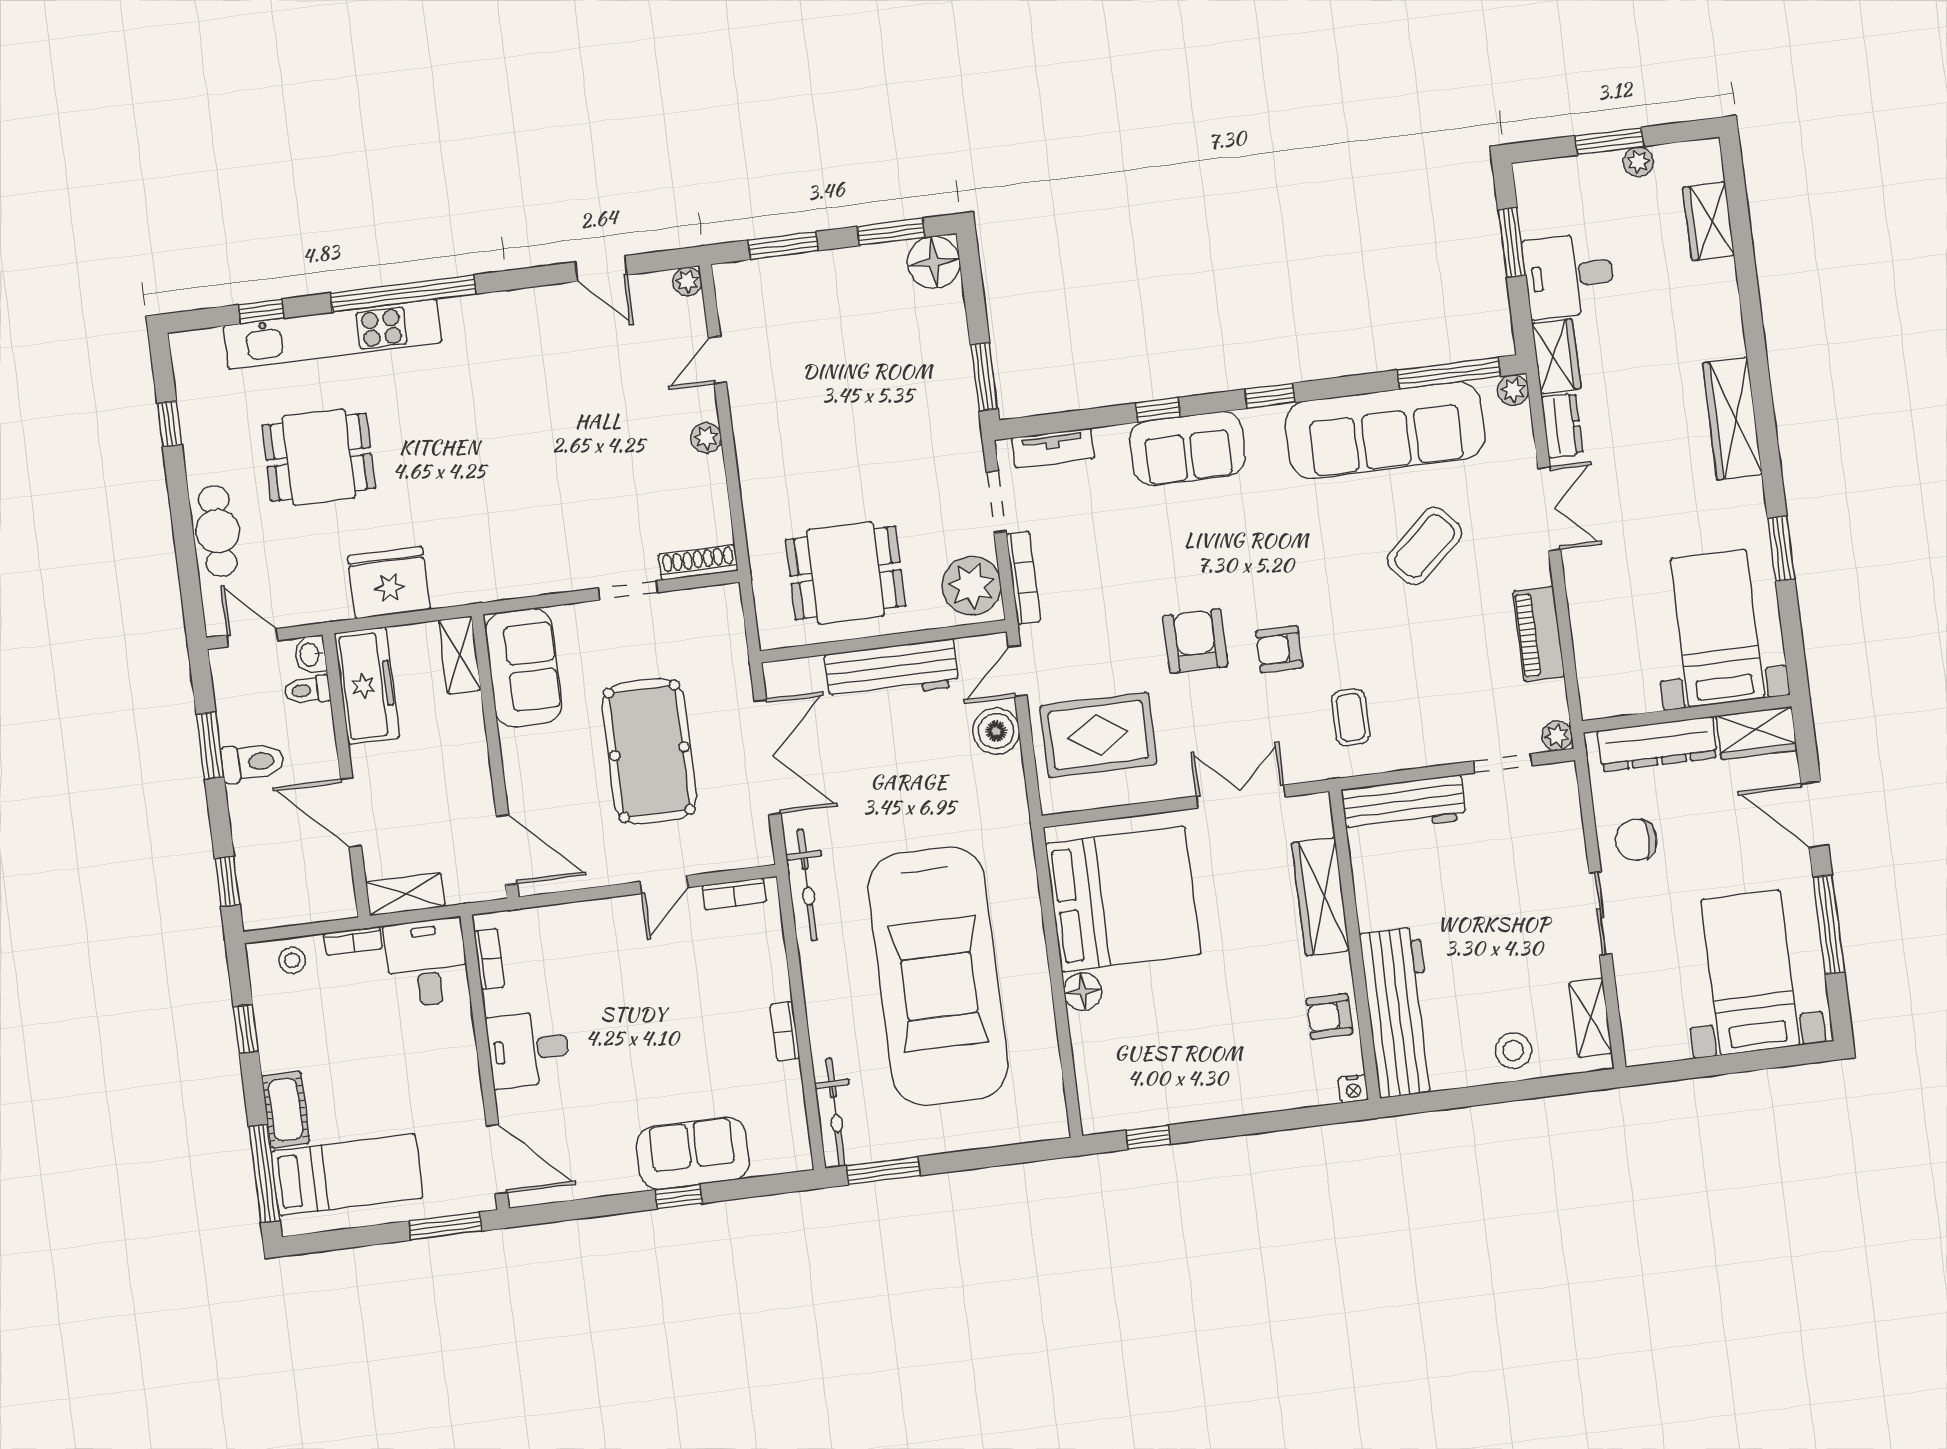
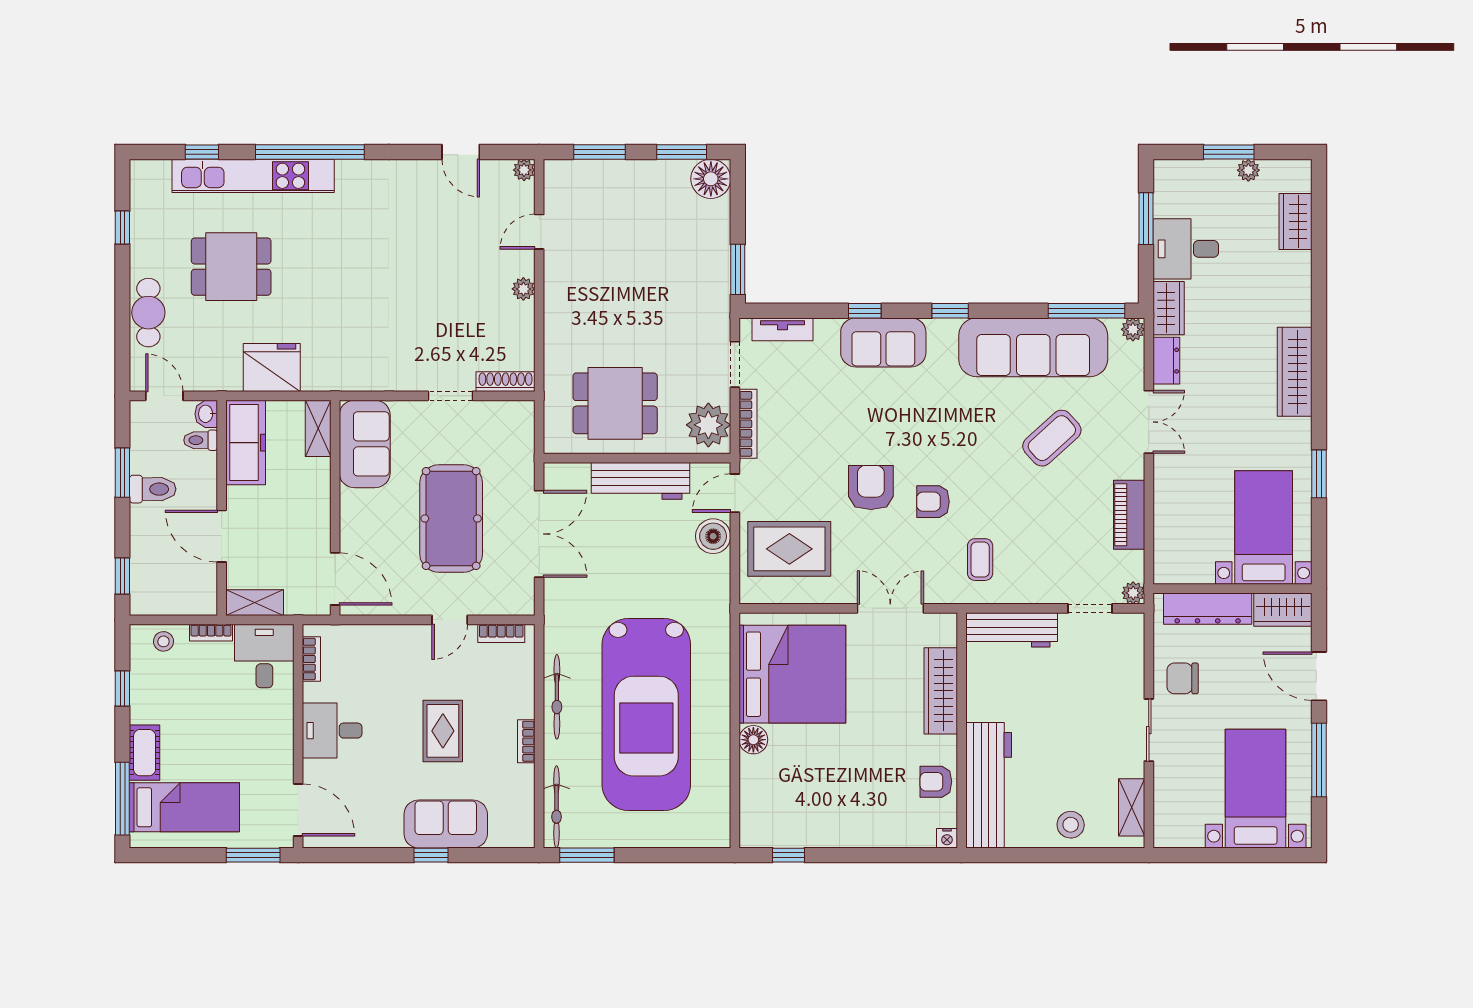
bicycle: (807, 885) -> (557, 697), moved
rug: (674, 1032) -> (443, 731), added

